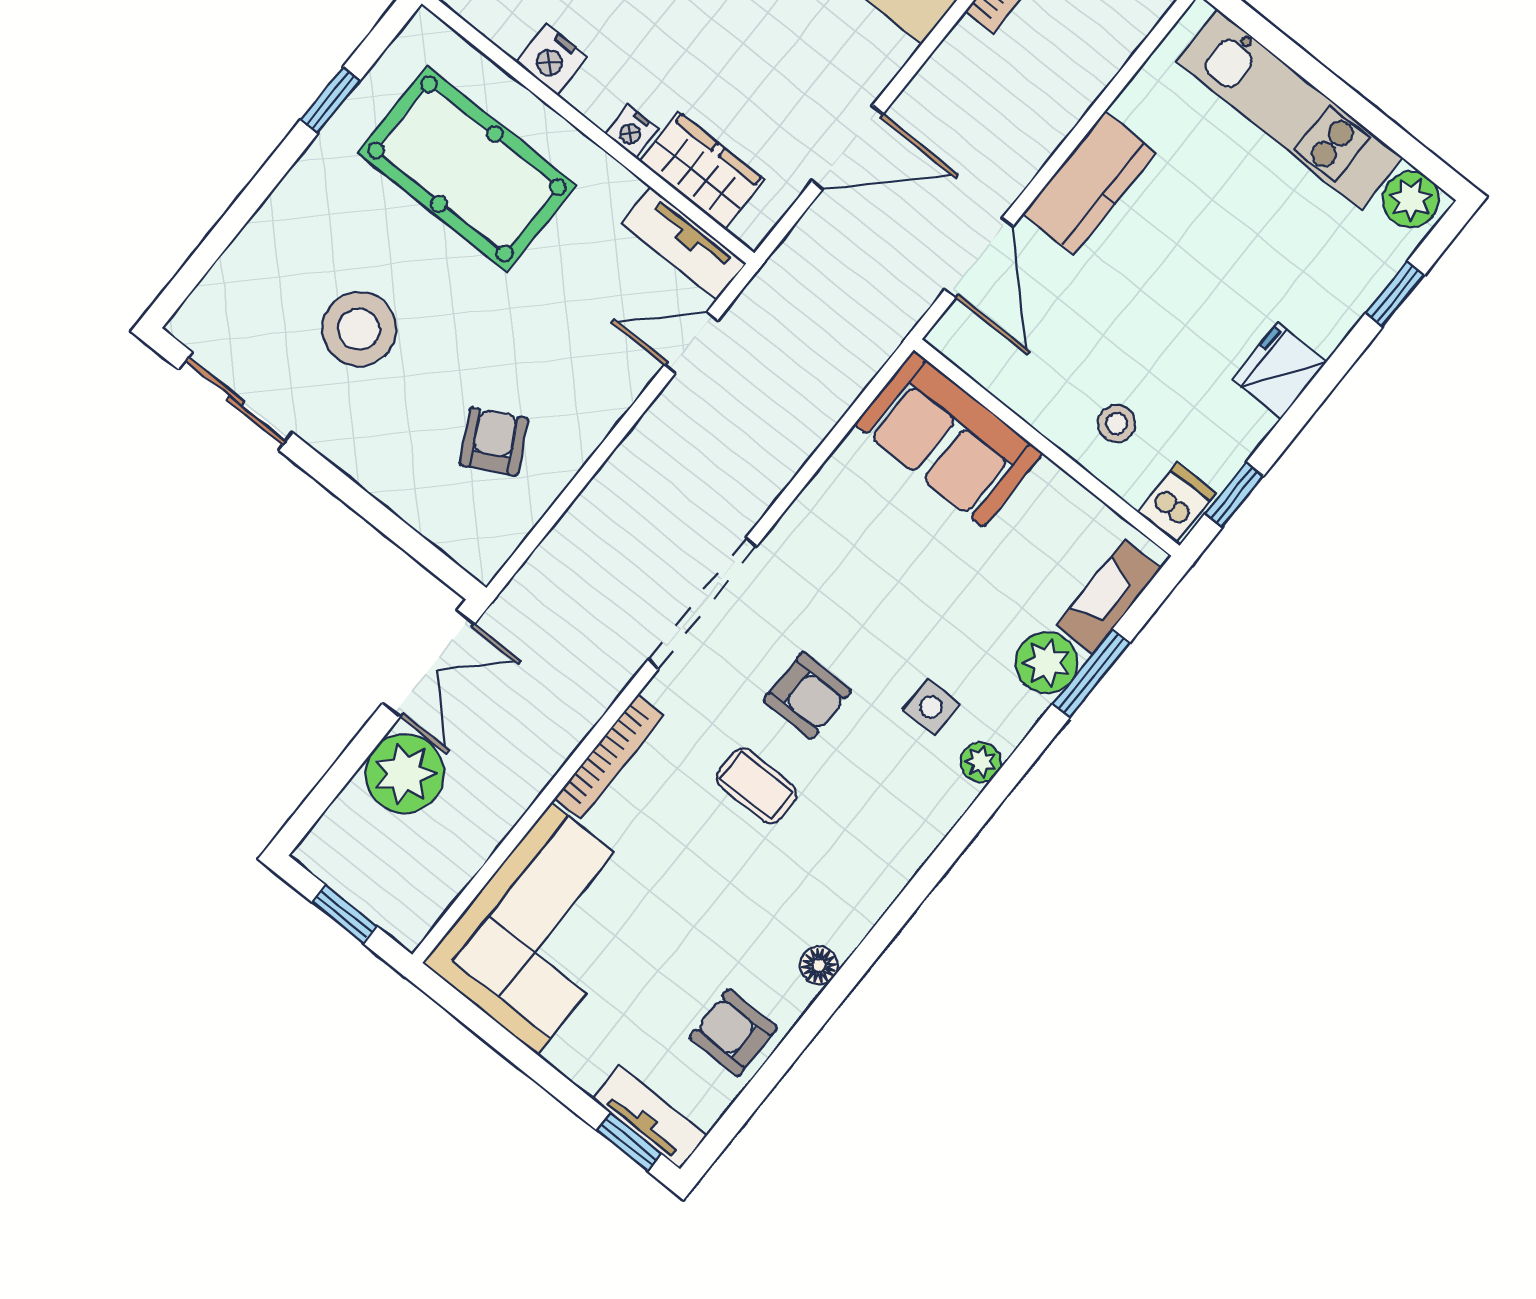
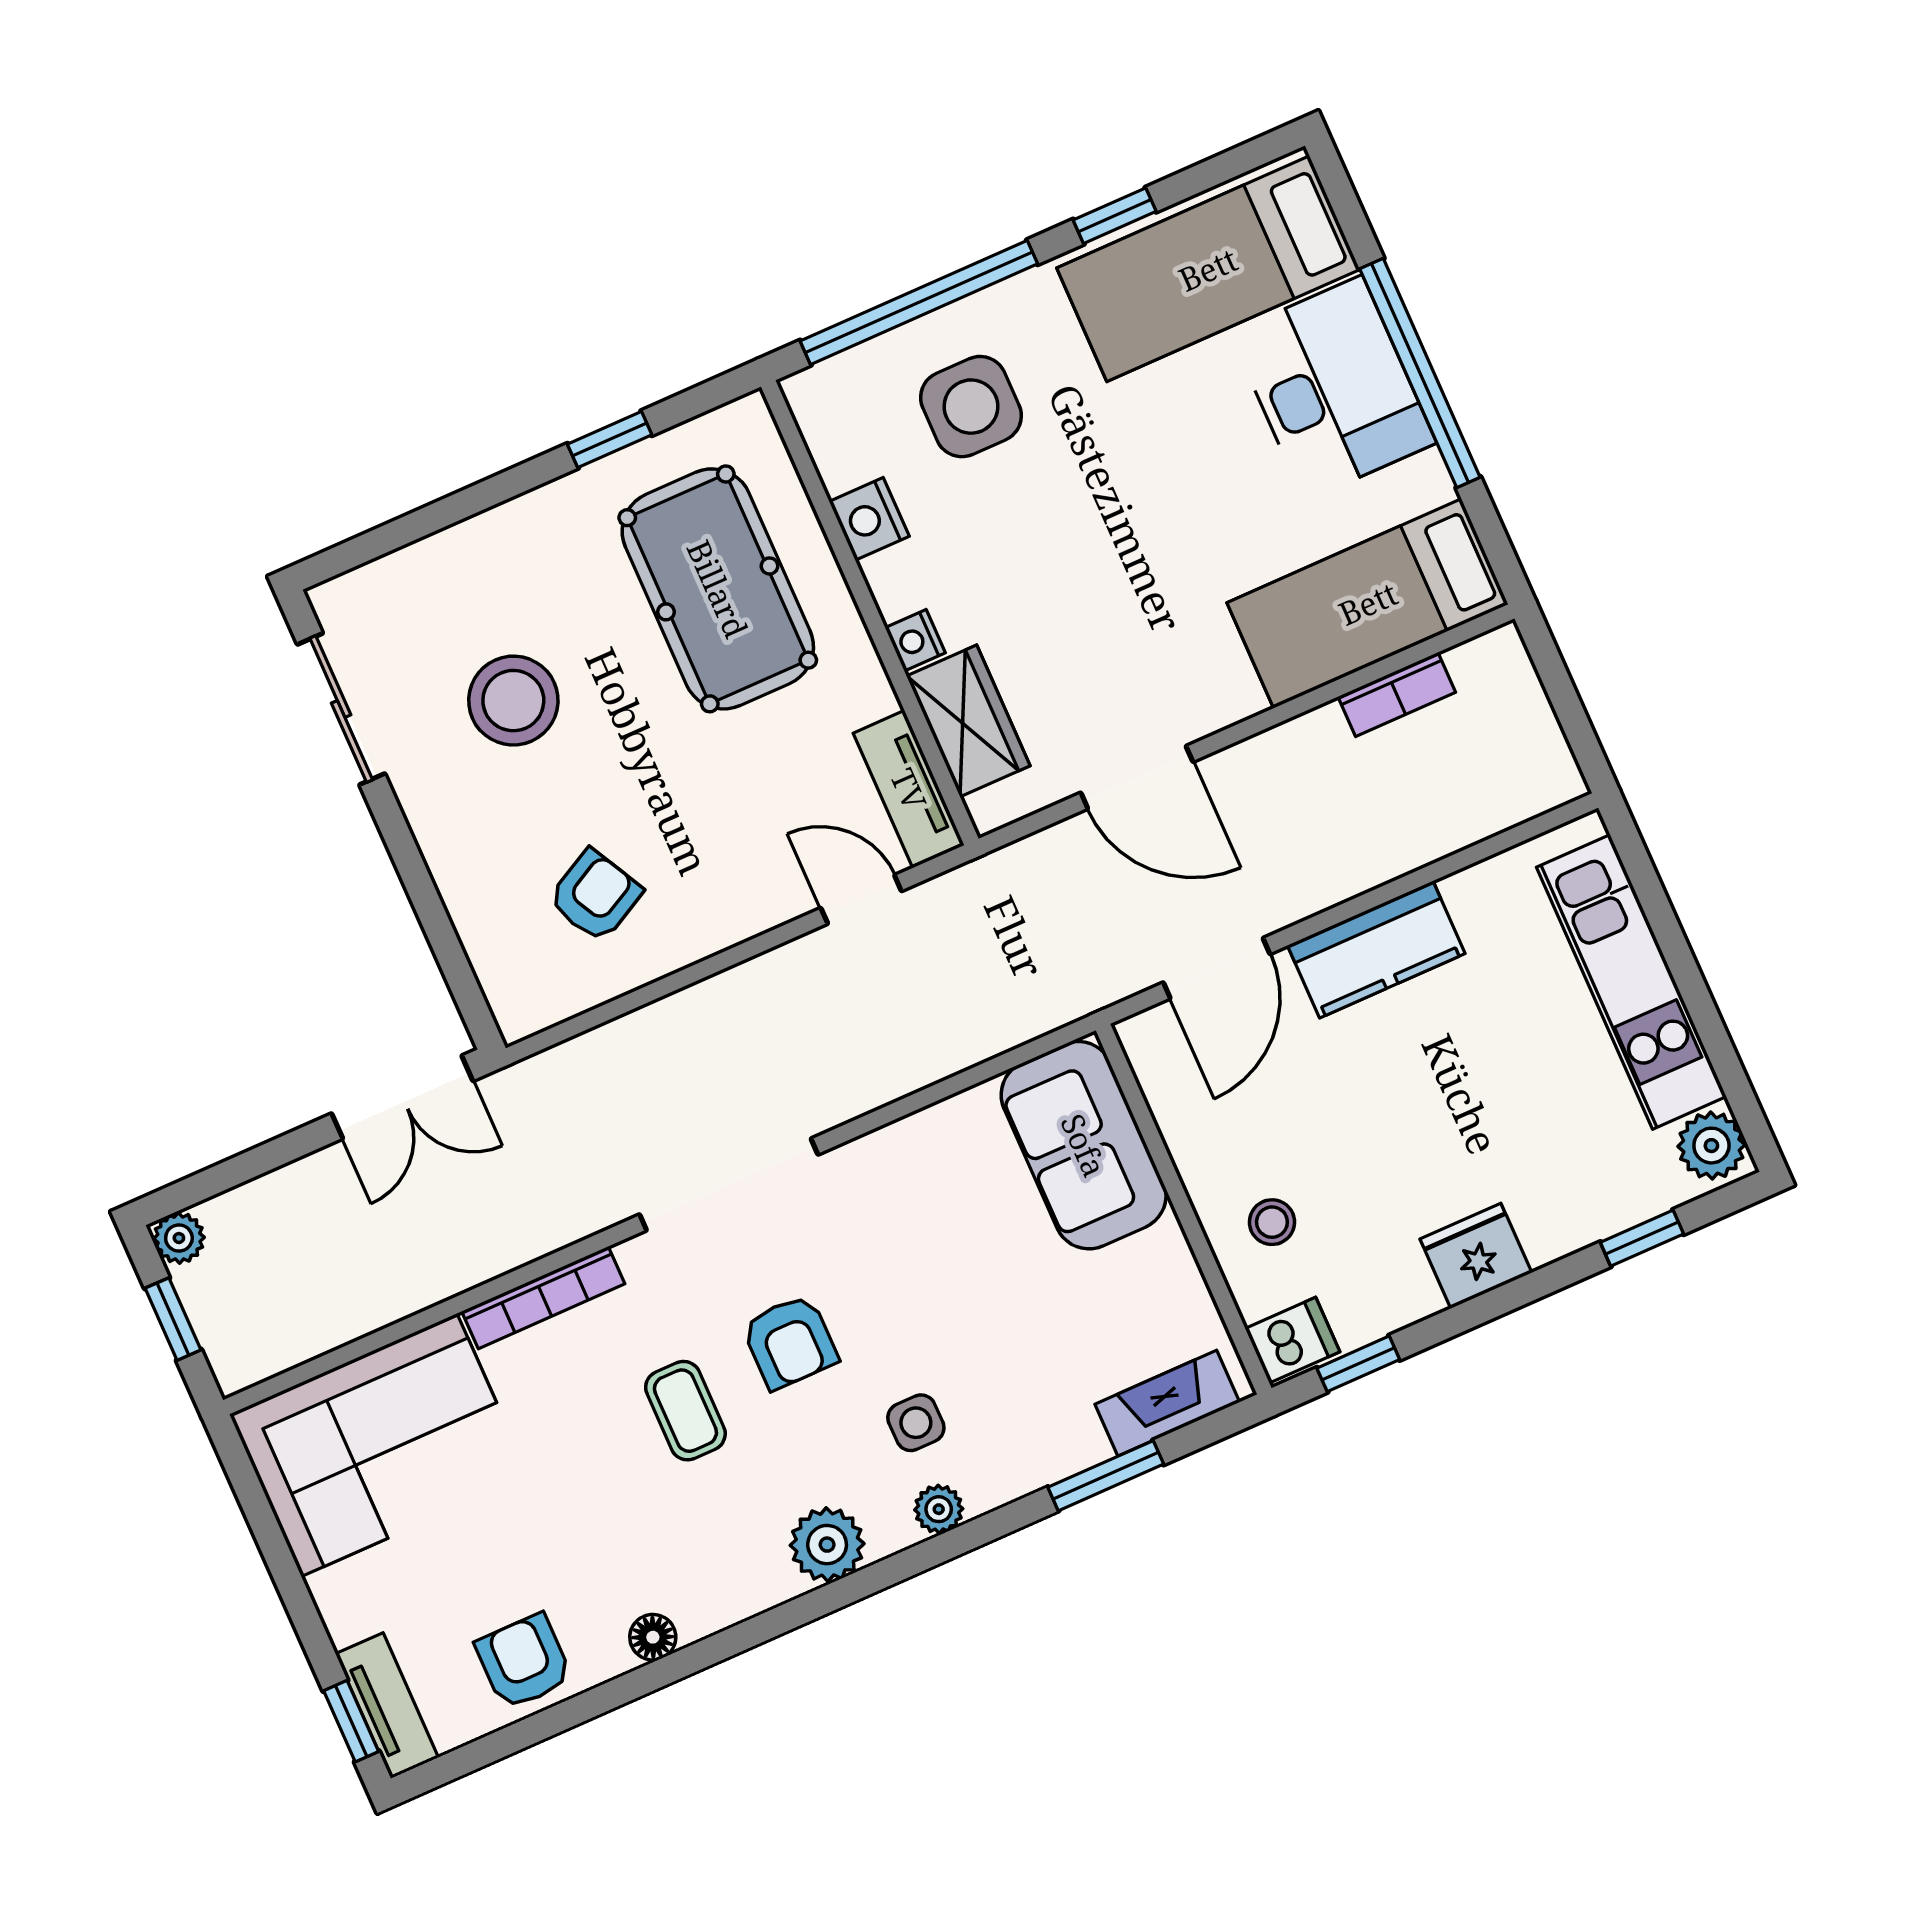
plant: (1047, 663) -> (827, 1545), moved
plant: (405, 774) -> (179, 1238), moved, width x0.53, depth x0.53

